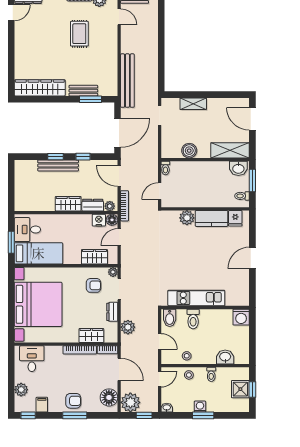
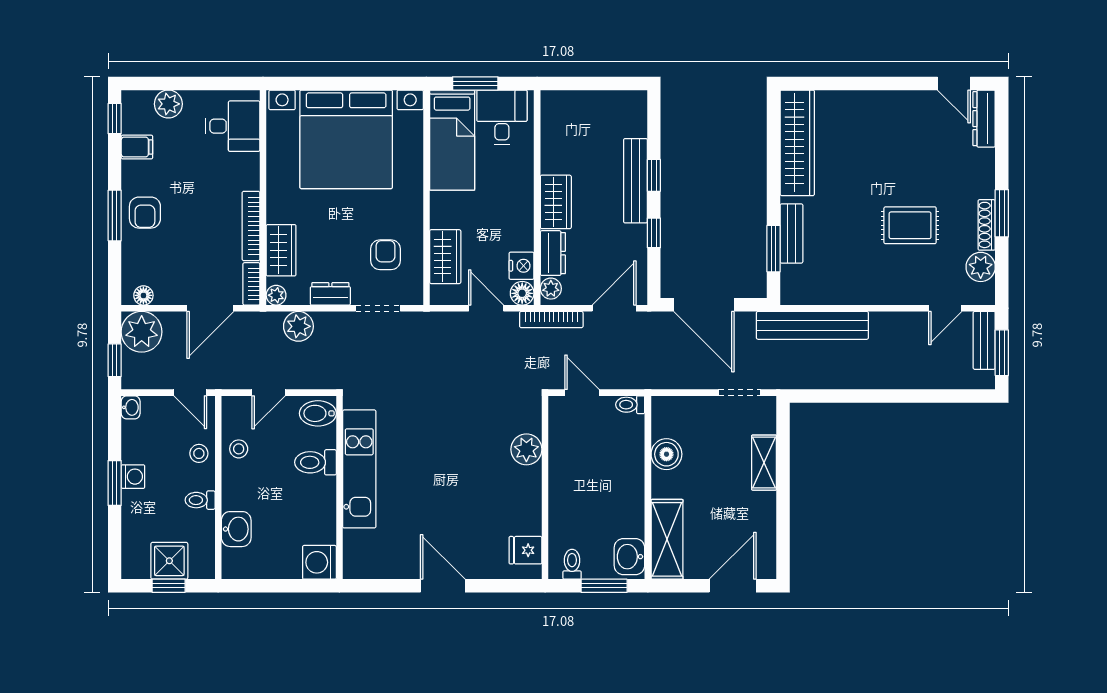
kitchen counter: (212, 218) -> (525, 501), removed
plant: (113, 272) -> (276, 295), moved
armchair: (94, 285) -> (386, 255), turned 180
floor lamp: (109, 397) -> (143, 295), width x0.53, depth x0.53

